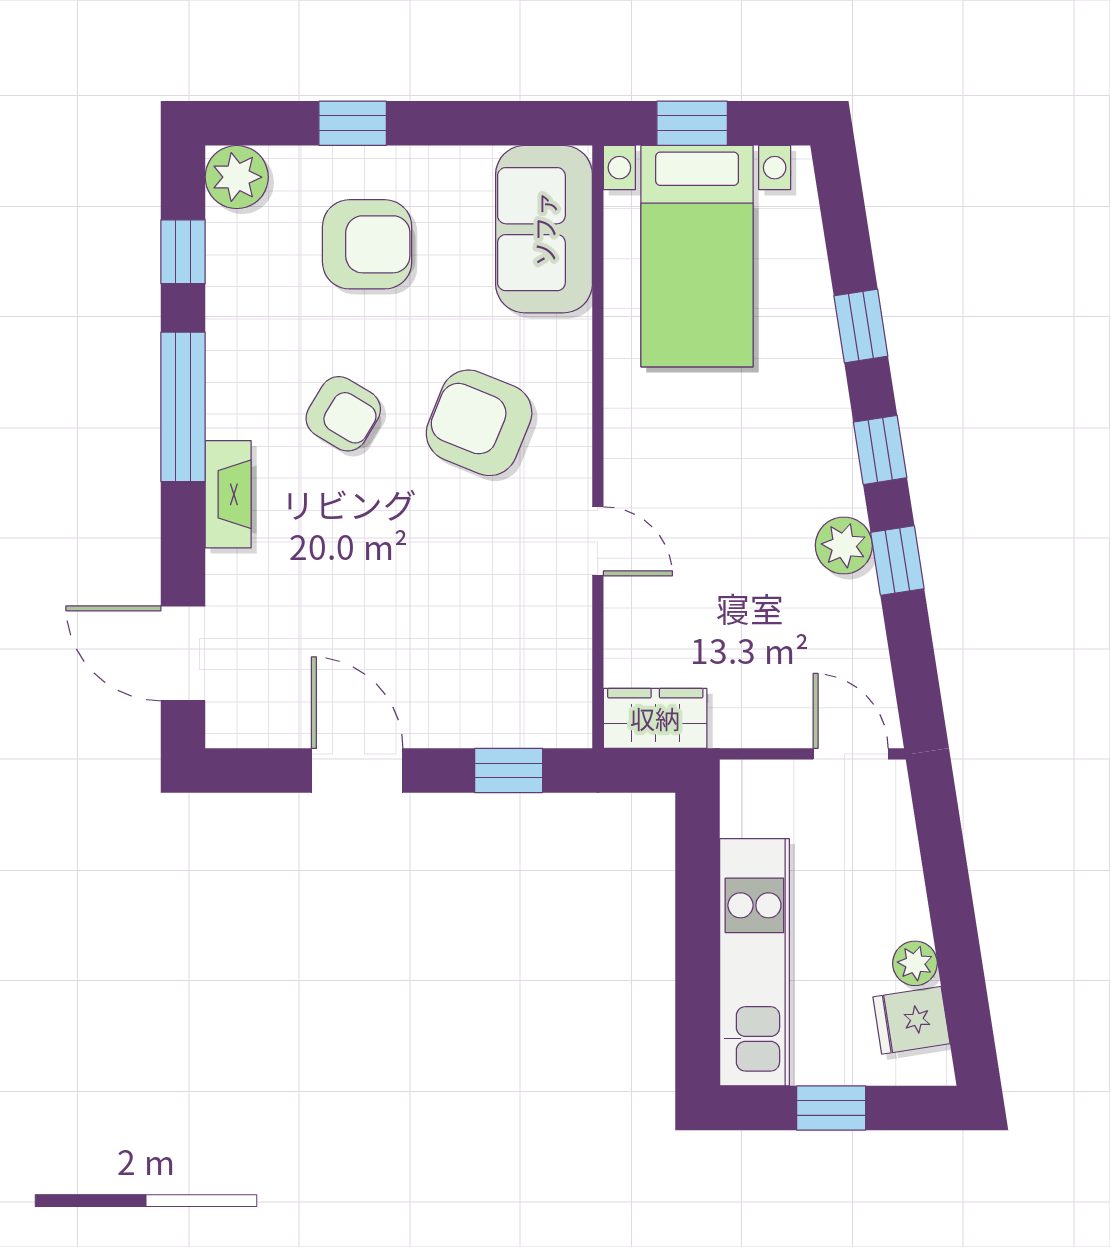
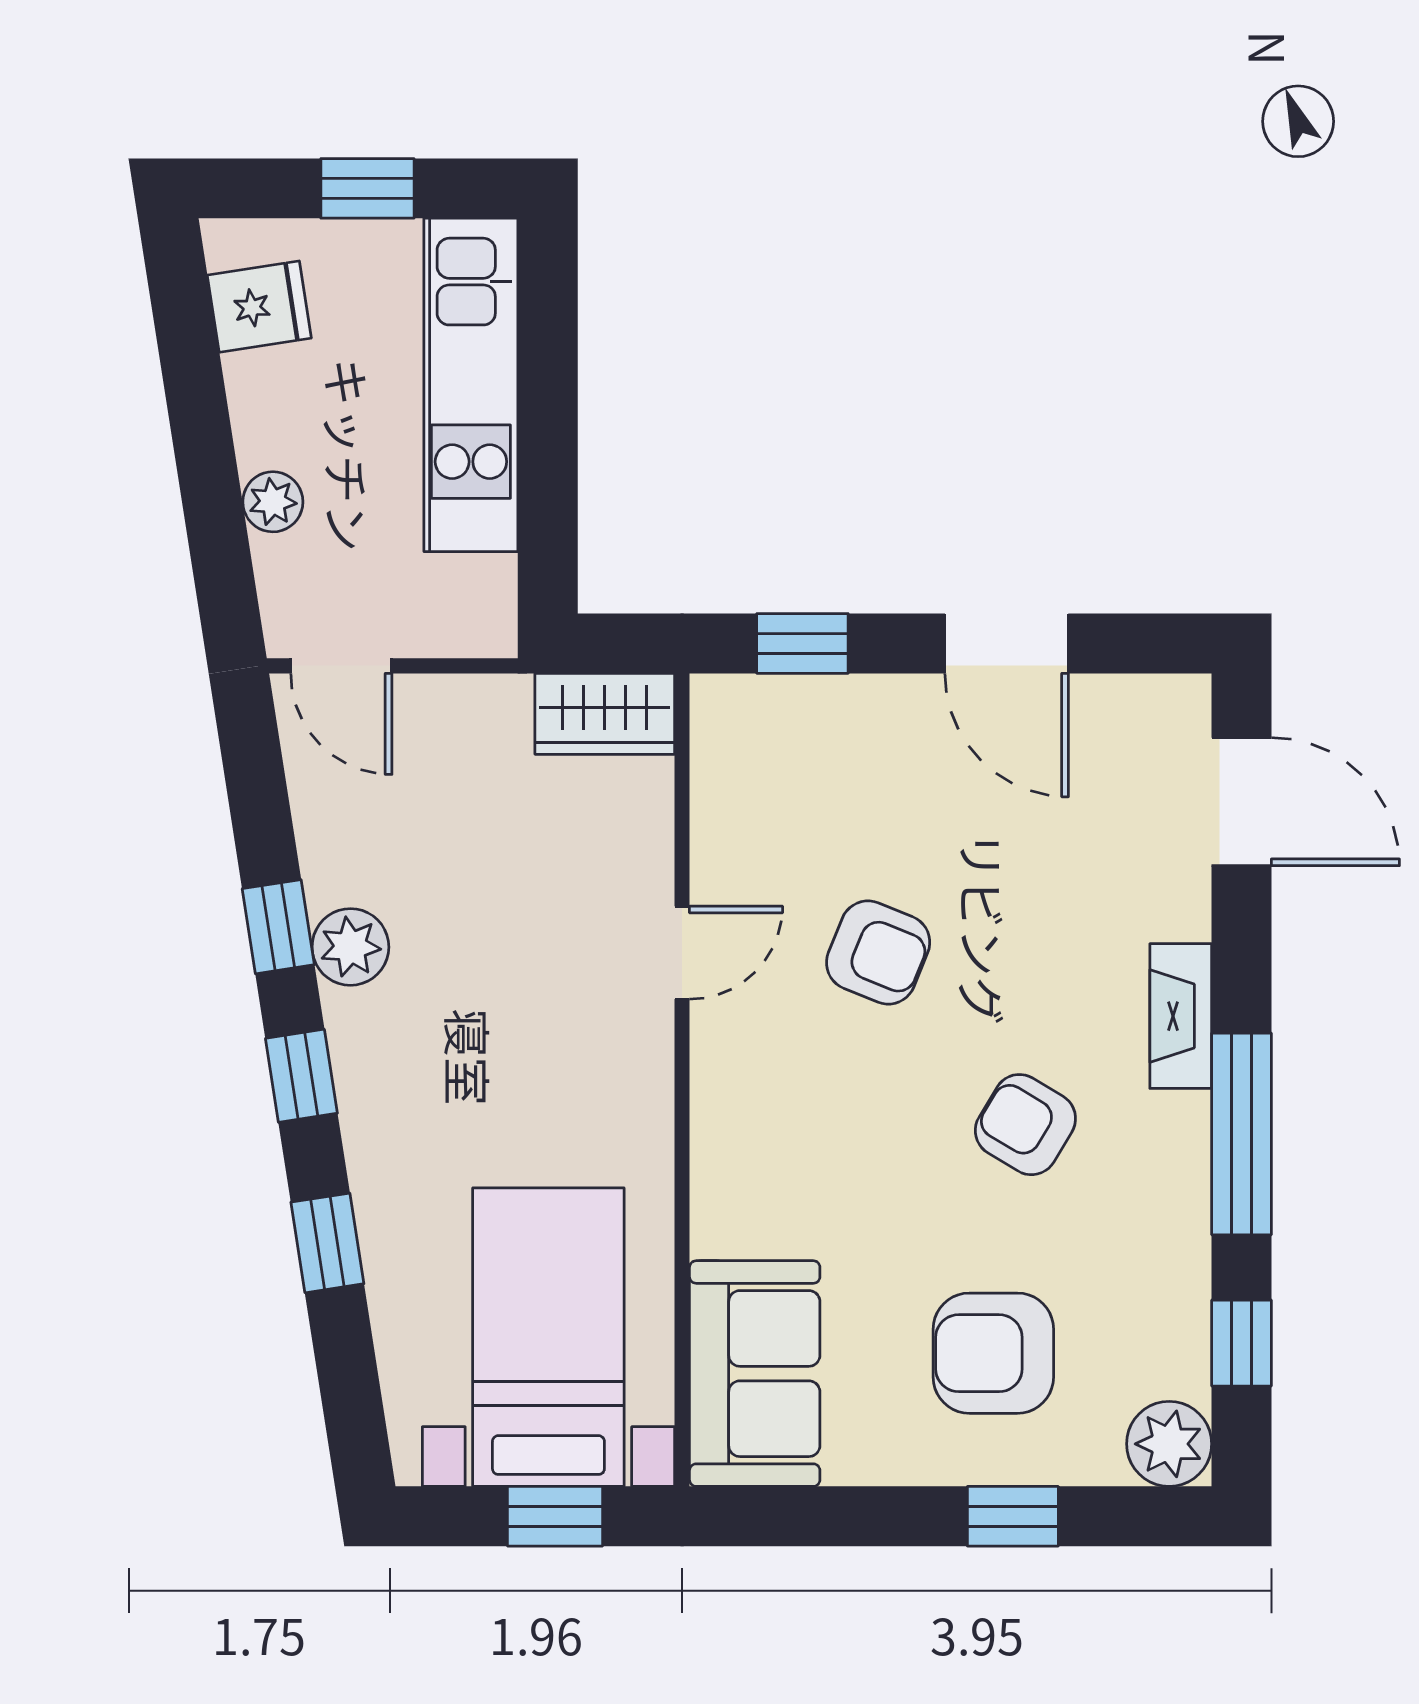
armchair: (479, 423) -> (878, 952), moved, width x0.72, depth x0.72
door: (598, 541) -> (682, 953), swing flipped
plant: (915, 963) -> (273, 502), moved

